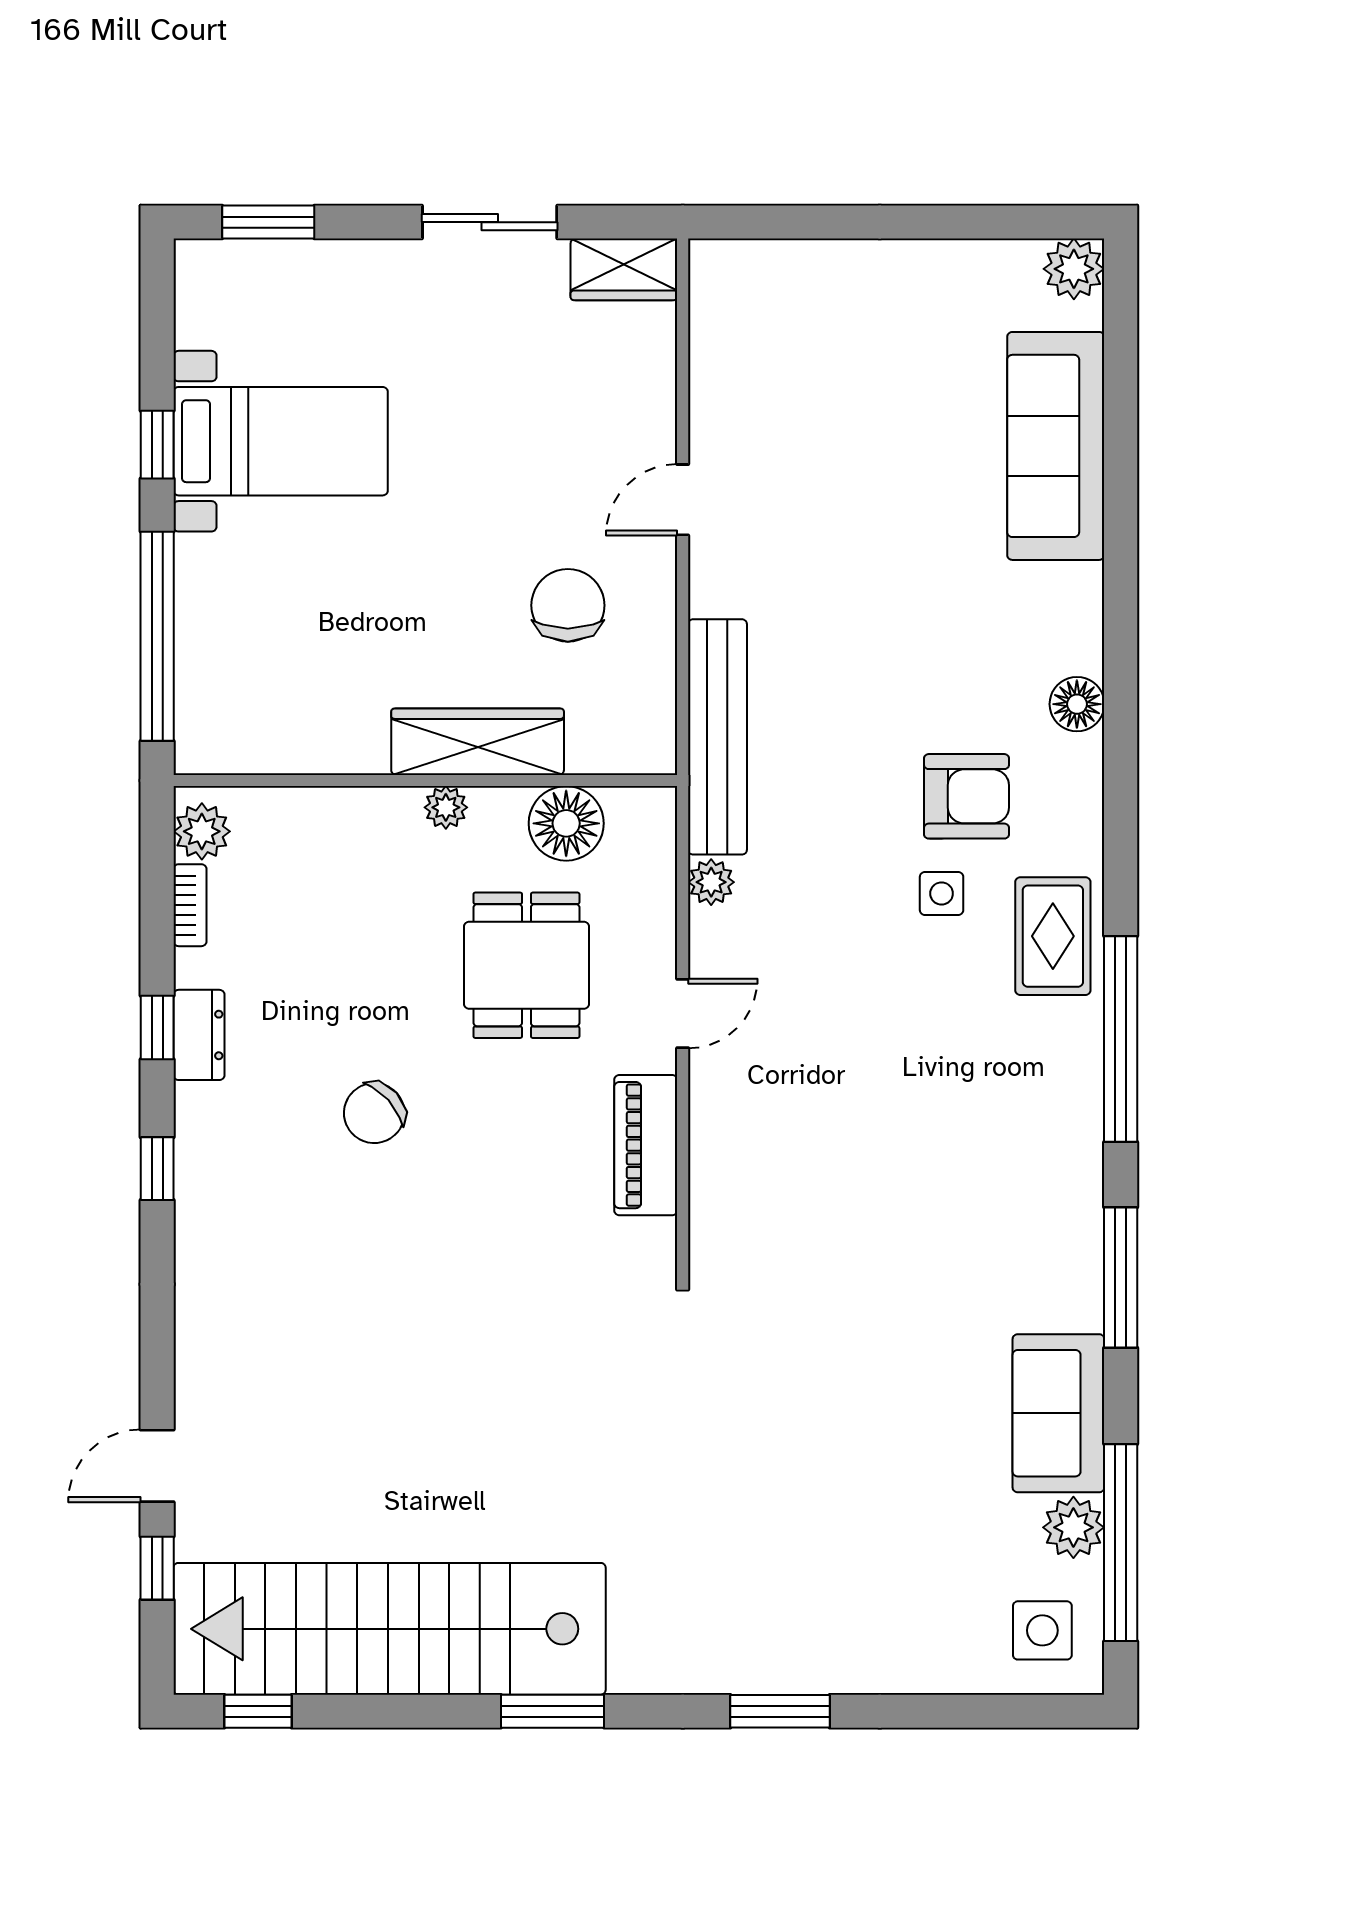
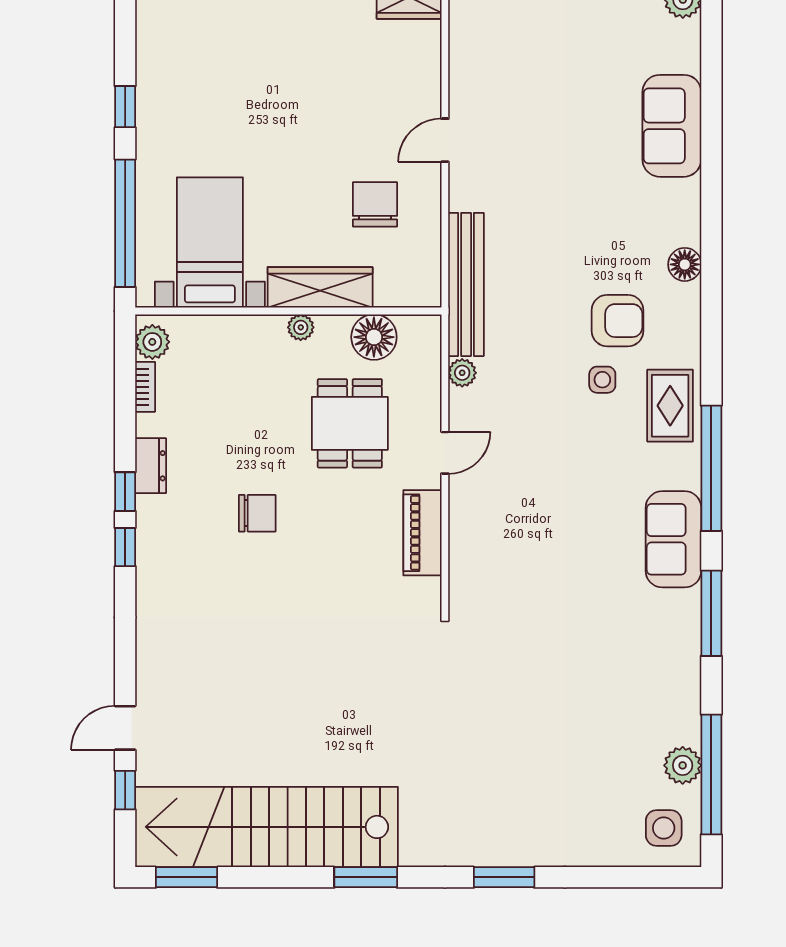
bed with nightstands: (281, 441) -> (210, 242), moved, turned -90
sofa: (1056, 446) -> (672, 126), width x0.73
window: (157, 1028) -> (125, 492), moved
chair: (374, 1113) -> (257, 513), turned -138
sofa: (1058, 1413) -> (673, 539), moved
window: (258, 1711) -> (187, 877), width x1.50

